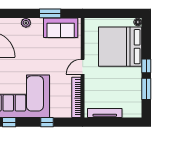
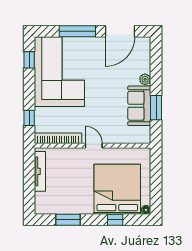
sofa: (61, 28) -> (139, 106), moved
window: (146, 66) -> (115, 220), moved
window: (47, 122) -> (29, 118), moved

